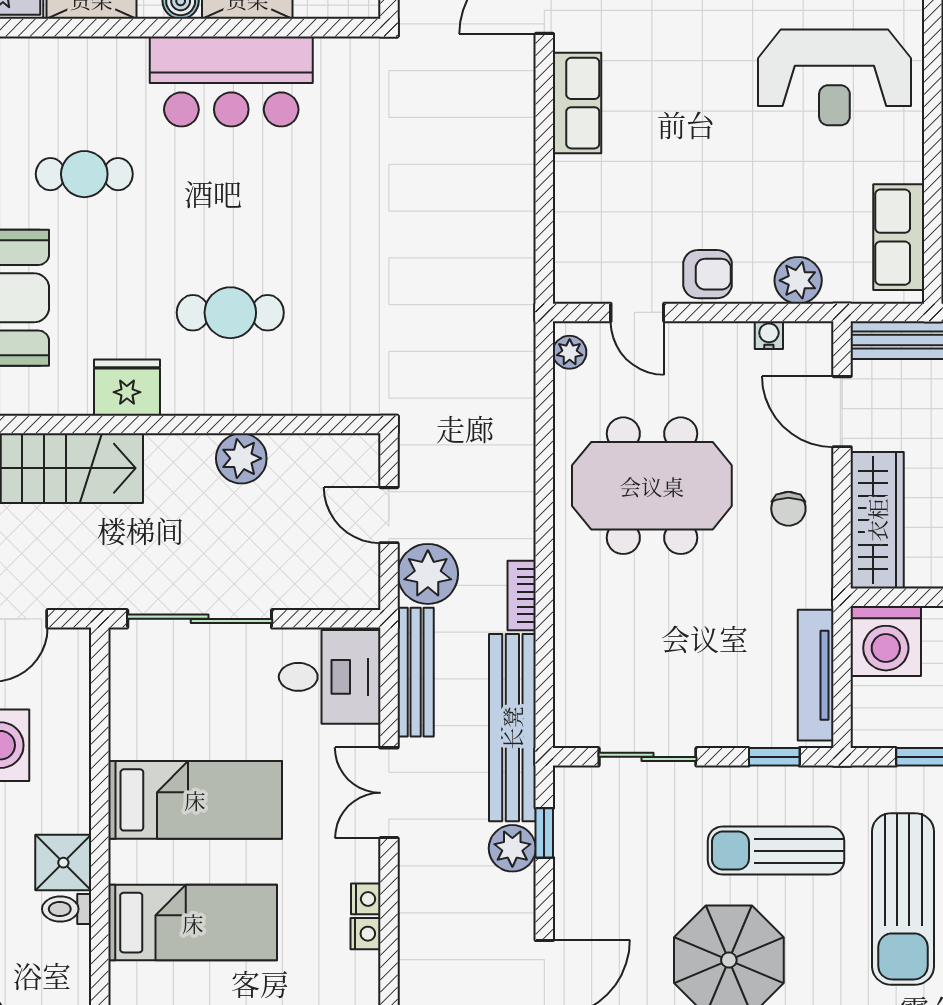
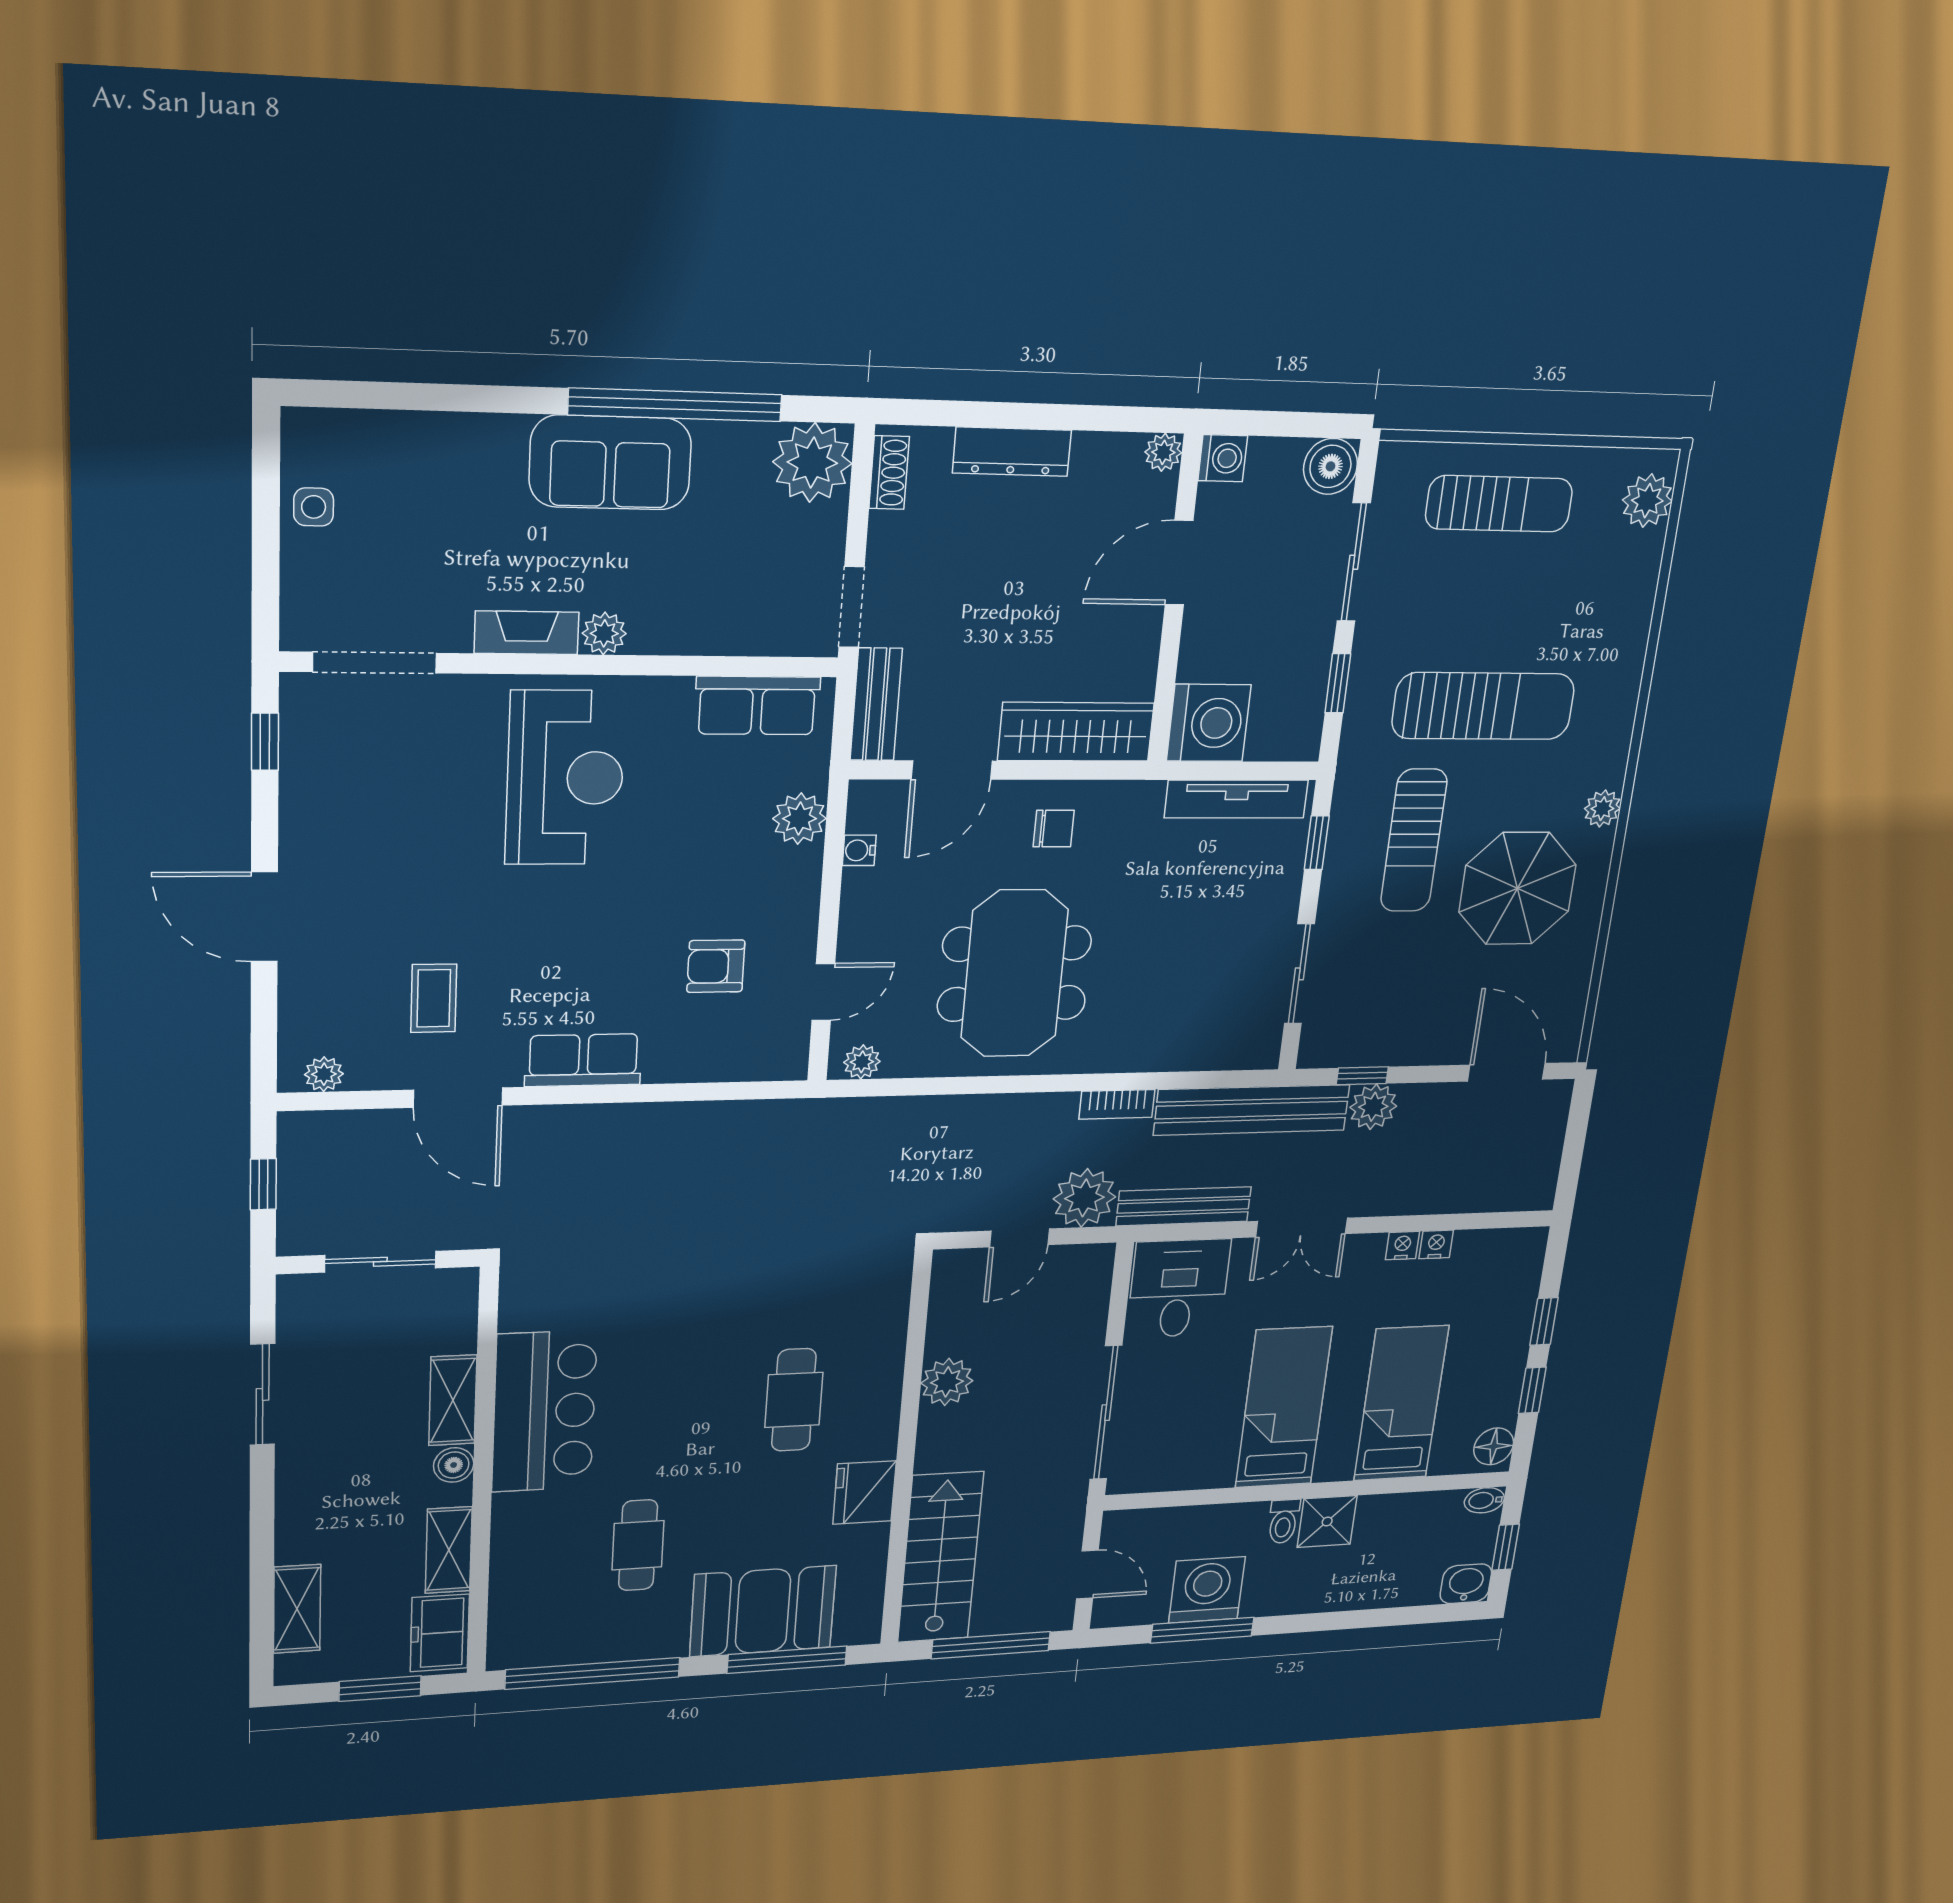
armchair: (708, 274) -> (716, 966), moved, turned -90
toilet: (67, 909) -> (1283, 1521), moved

